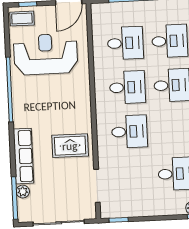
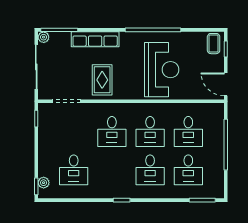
reception desk: (46, 54) -> (162, 70), moved
plant: (23, 192) -> (44, 37), moved

